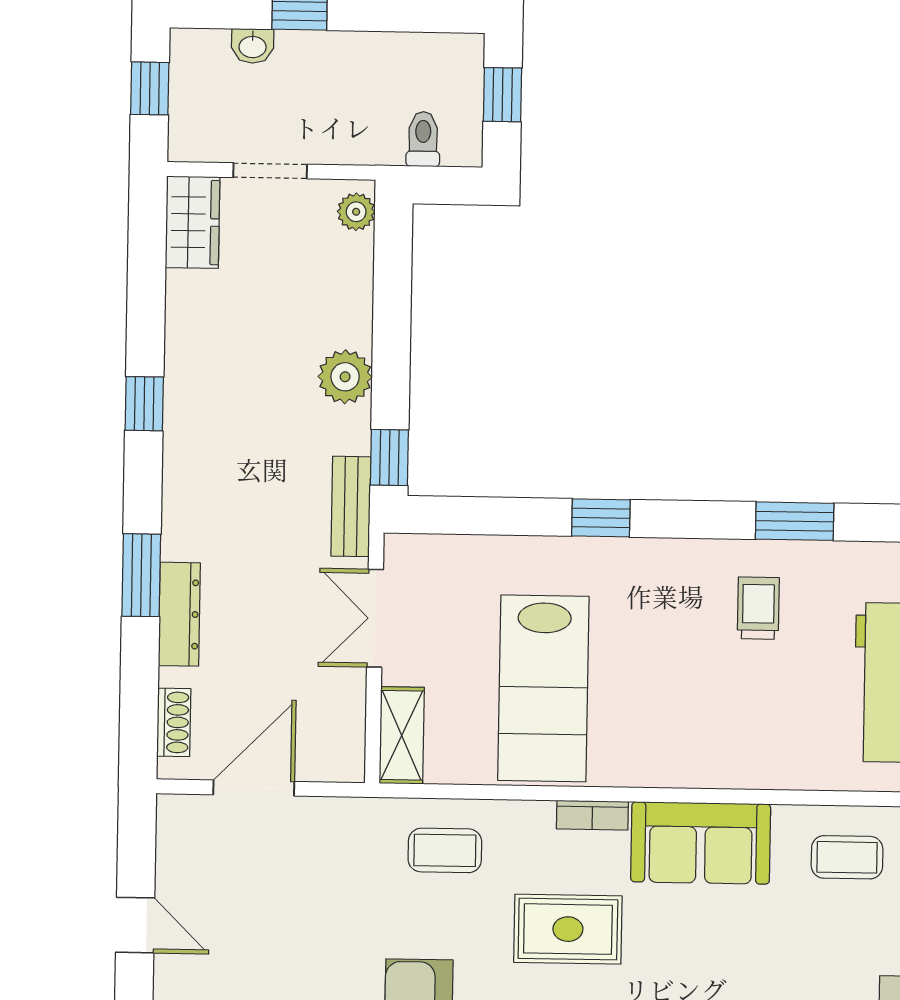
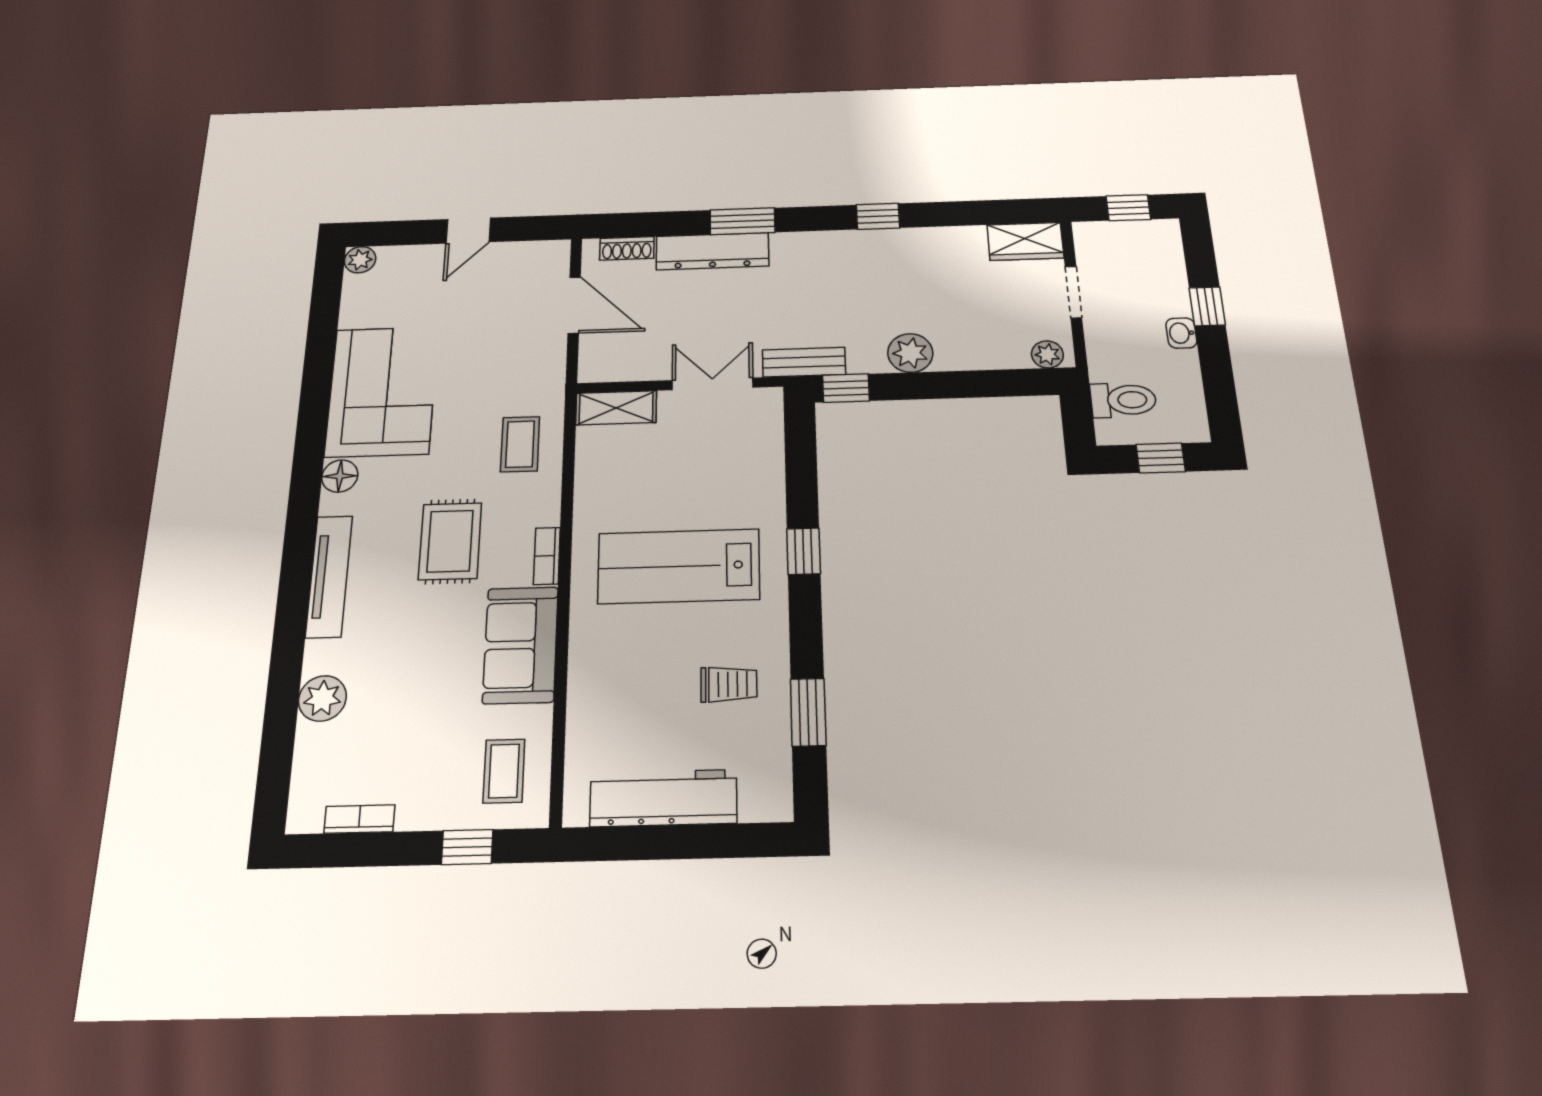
washbasin: (253, 46) -> (1181, 333), moved
toilet: (423, 139) -> (1123, 400), width x1.37, depth x1.39
dresser: (179, 614) -> (712, 251), width x1.37, depth x1.24
lab bench: (543, 688) -> (679, 566), moved

